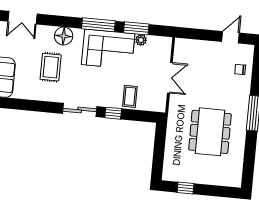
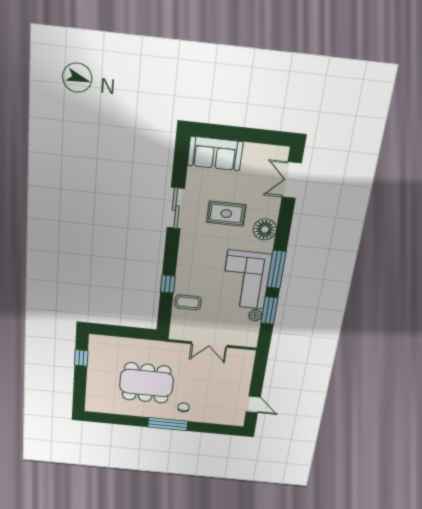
chair: (240, 69) -> (184, 407), moved
sliding door: (80, 110) -> (176, 208), moved

